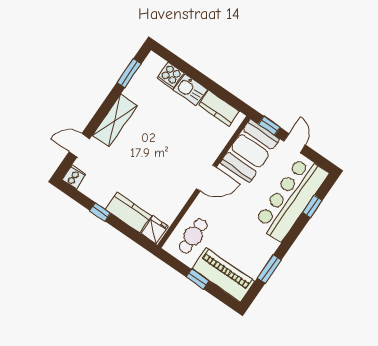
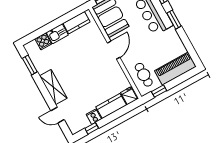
door: (79, 145) -> (58, 115), hinge flipped
cooker: (74, 177) -> (94, 117), moved
window: (100, 212) -> (92, 128), moved
window: (269, 269) -> (174, 20), moved
window: (198, 279) -> (159, 91), moved

